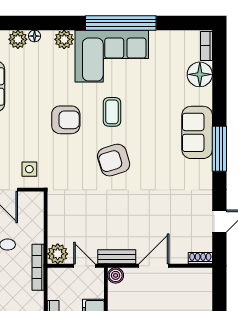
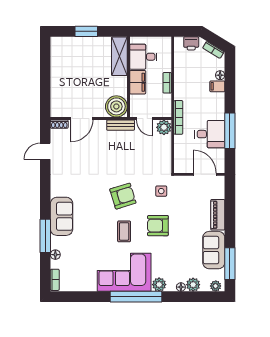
window: (121, 23) -> (136, 297), moved
floor lamp: (200, 74) -> (55, 255), width x0.53, depth x0.53
window: (219, 149) -> (45, 236), moved
side table: (29, 169) -> (161, 191), moved
door: (154, 266) -> (82, 119), moved
boiler: (116, 275) -> (116, 106), width x1.86, depth x1.86

